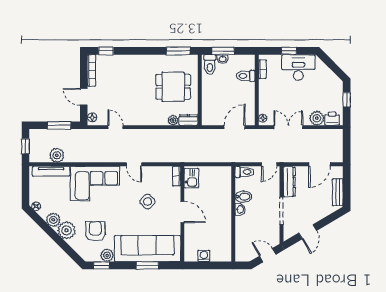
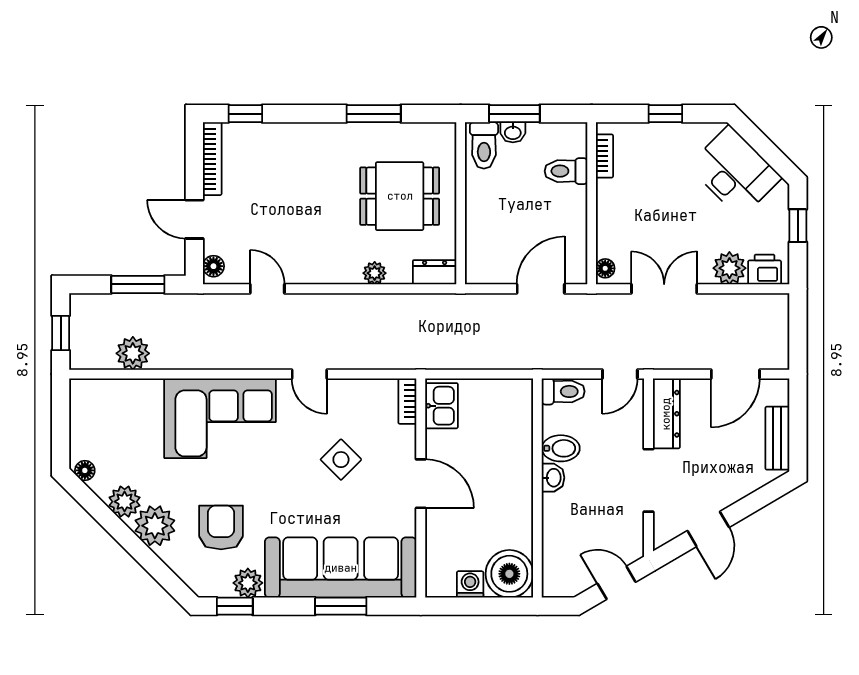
window: (178, 51) -> (374, 114), moved
desk: (298, 68) -> (735, 172), moved, turned 45
plant: (173, 120) -> (375, 273), moved
tv unit: (51, 171) -> (119, 390), removed
boiler: (221, 251) -> (509, 574), added

